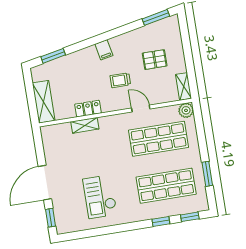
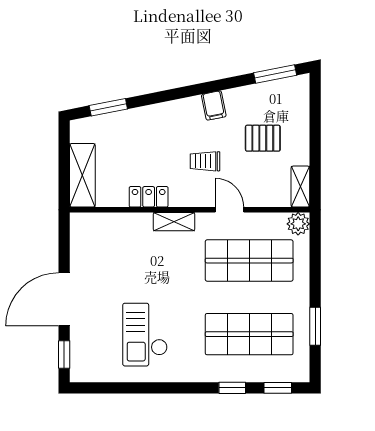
filing cabinet: (104, 50) -> (214, 105), moved
shelving: (85, 125) -> (174, 222), moved

